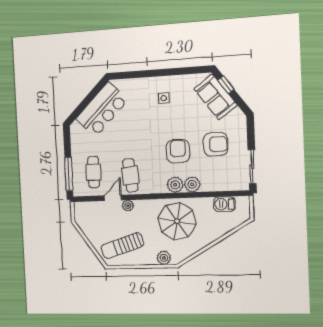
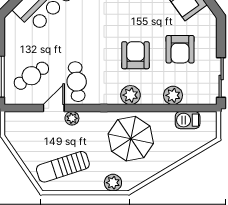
armchair: (215, 144) -> (180, 49), turned 90
cafe table: (94, 172) -> (31, 76), turned 56
plant: (192, 184) -> (173, 95), moved

